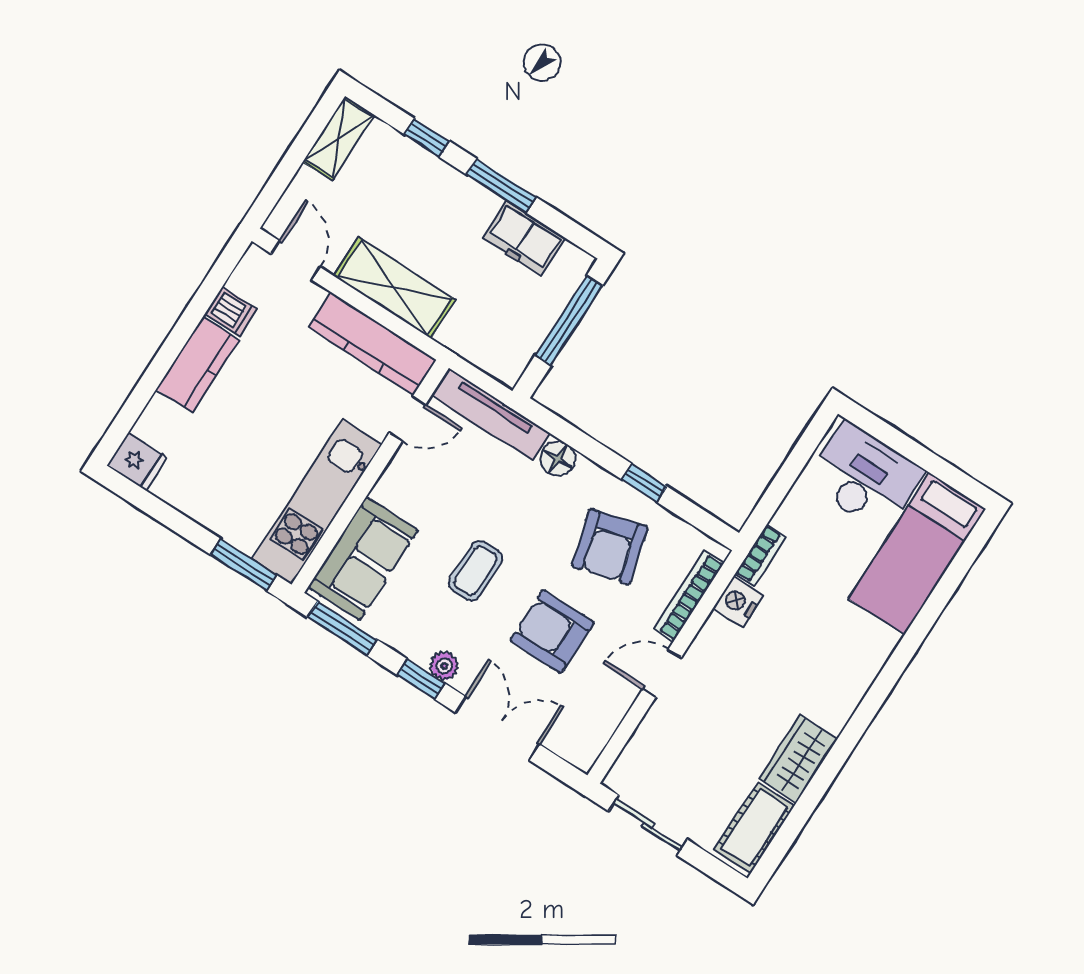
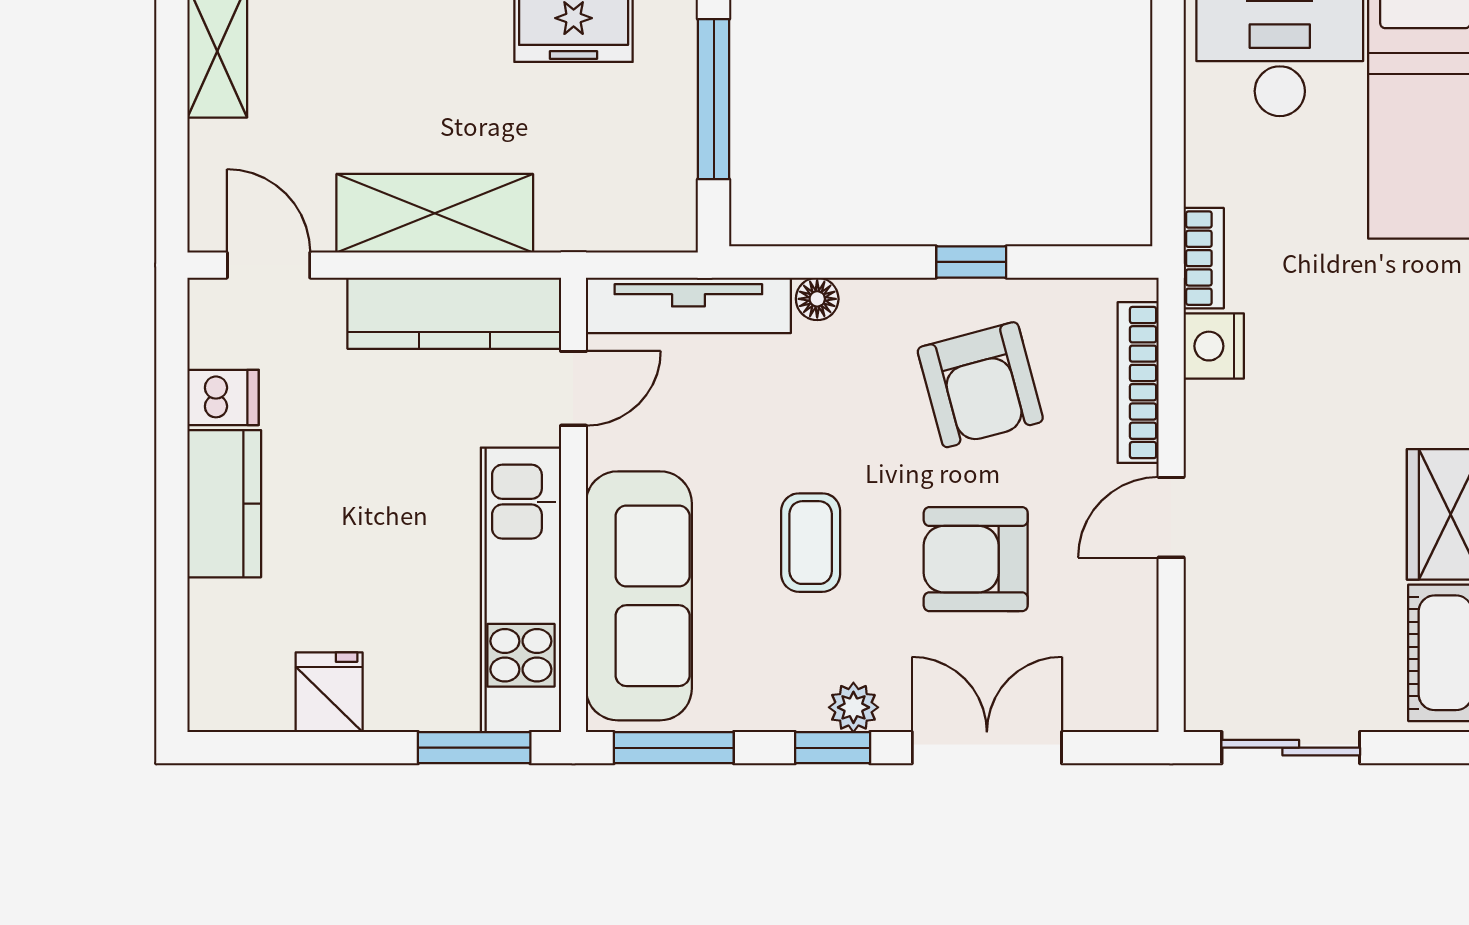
floor lamp: (558, 459) -> (817, 299), width x0.73, depth x0.73
fridge: (137, 462) -> (329, 692), moved, turned -90
sofa: (363, 559) -> (639, 596), width x1.36

